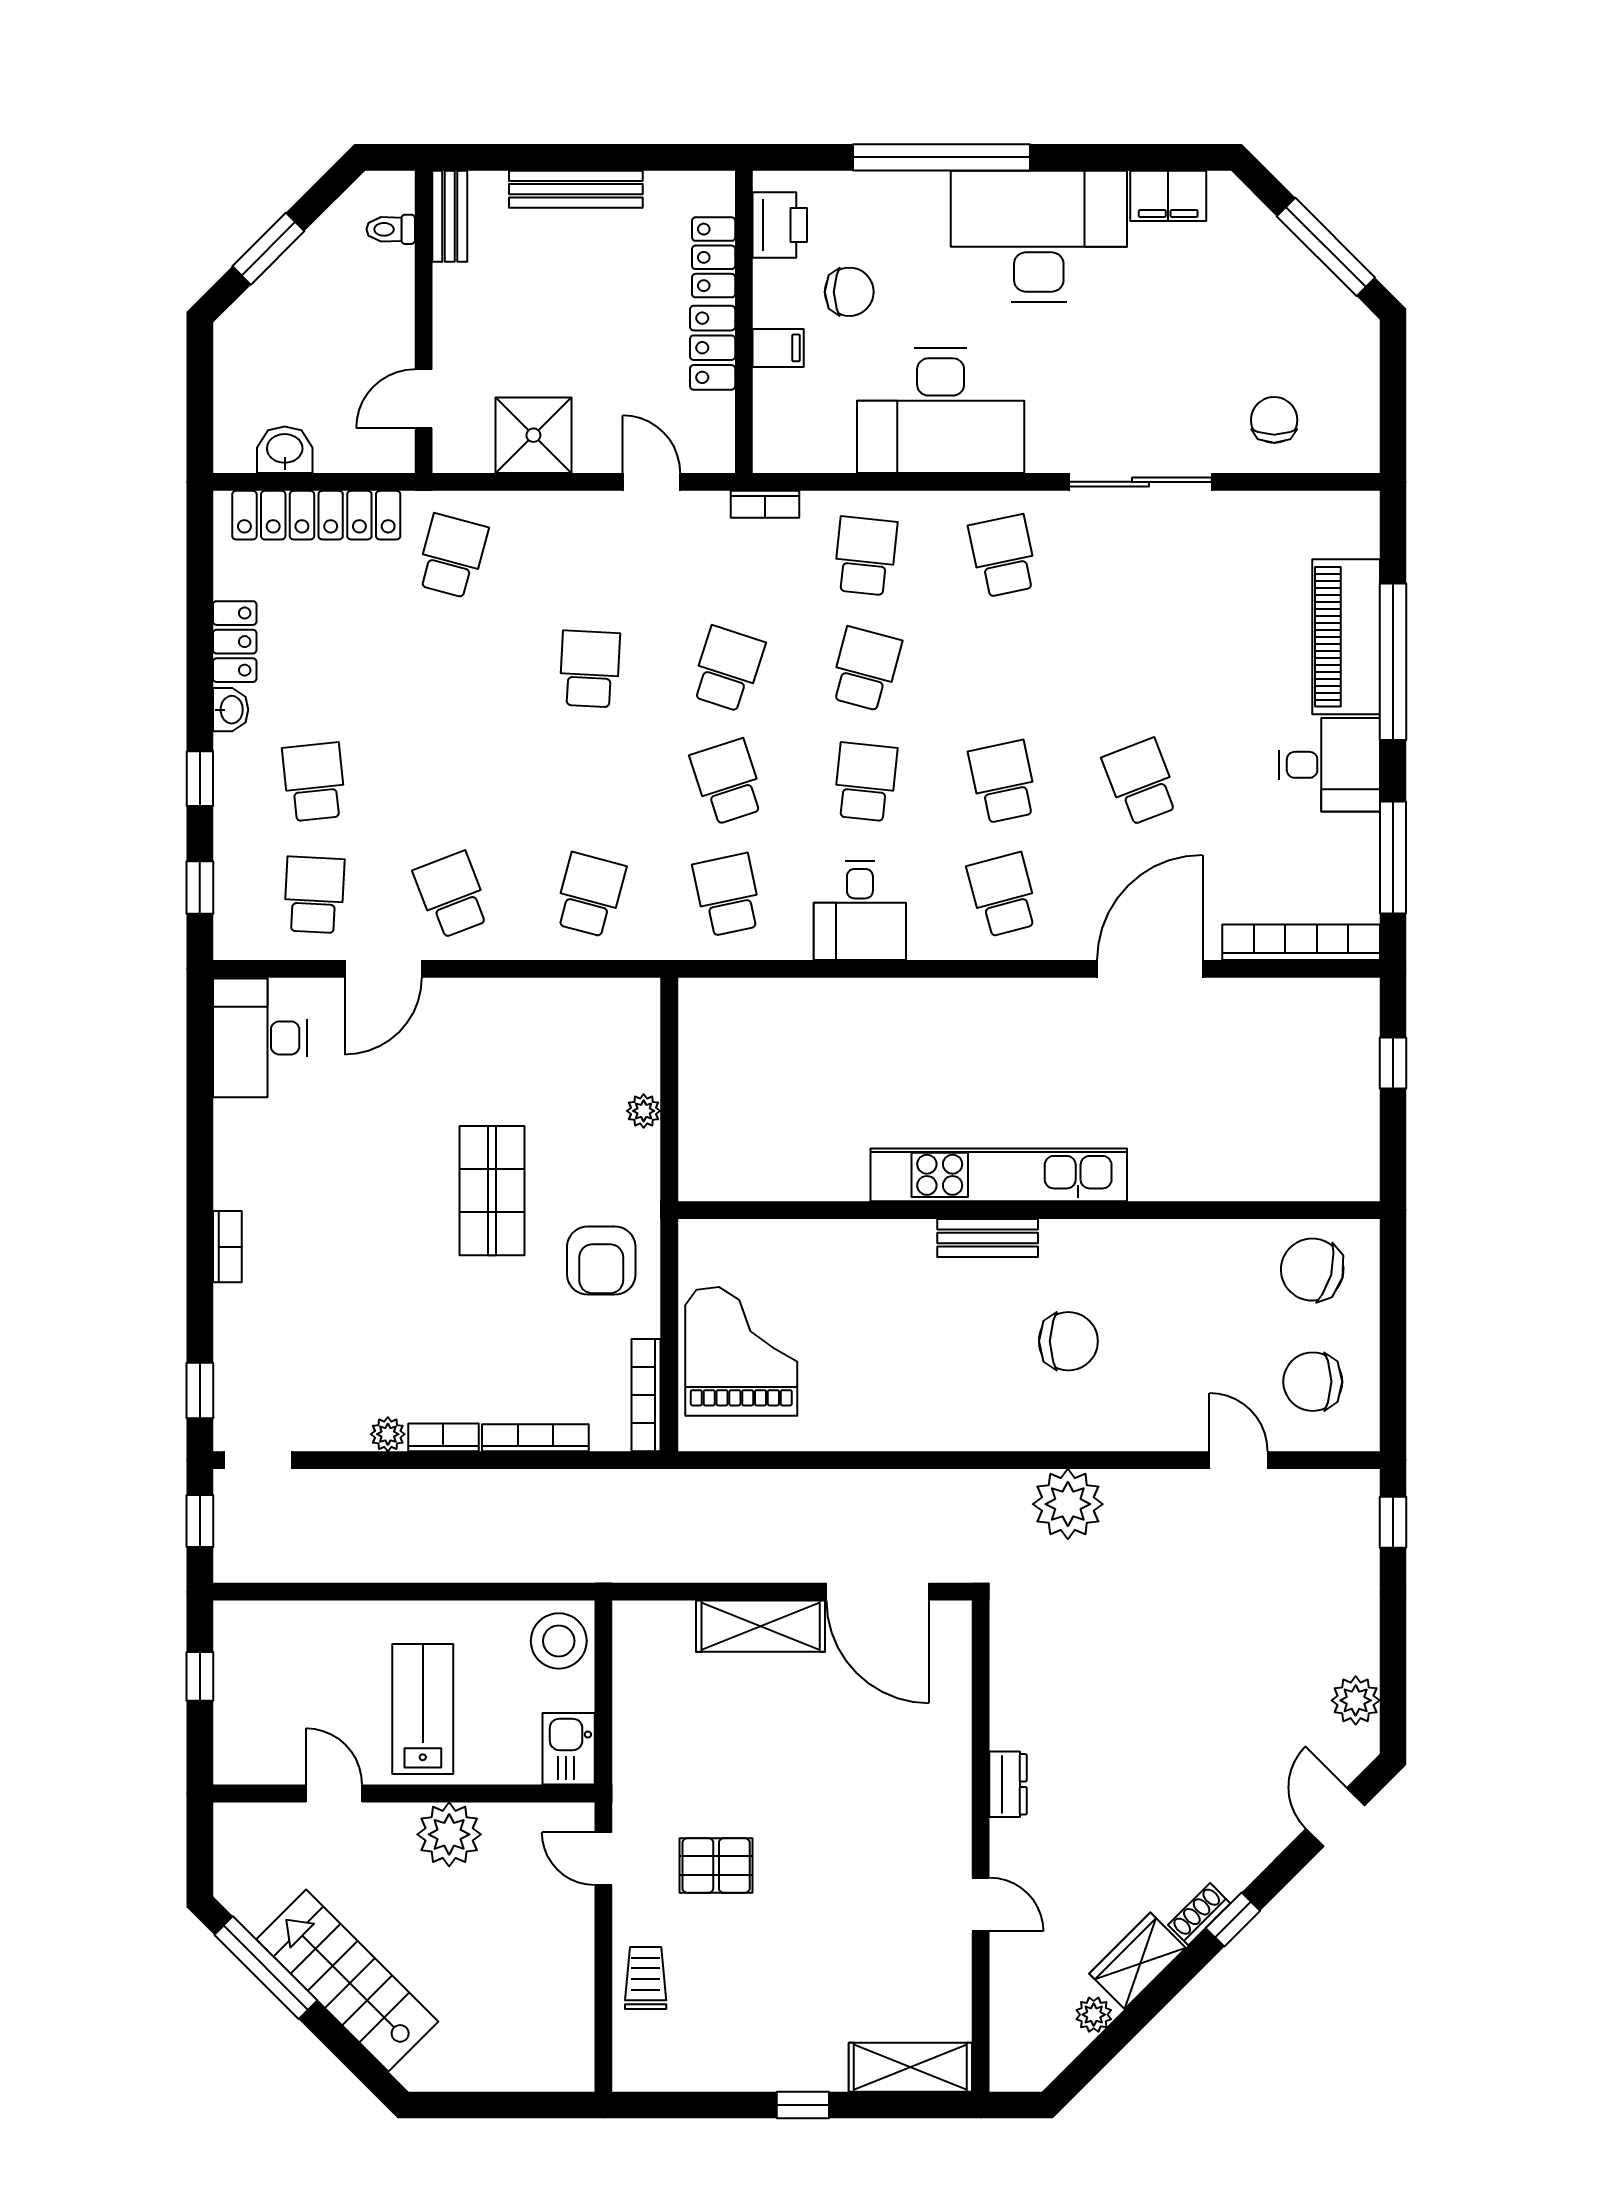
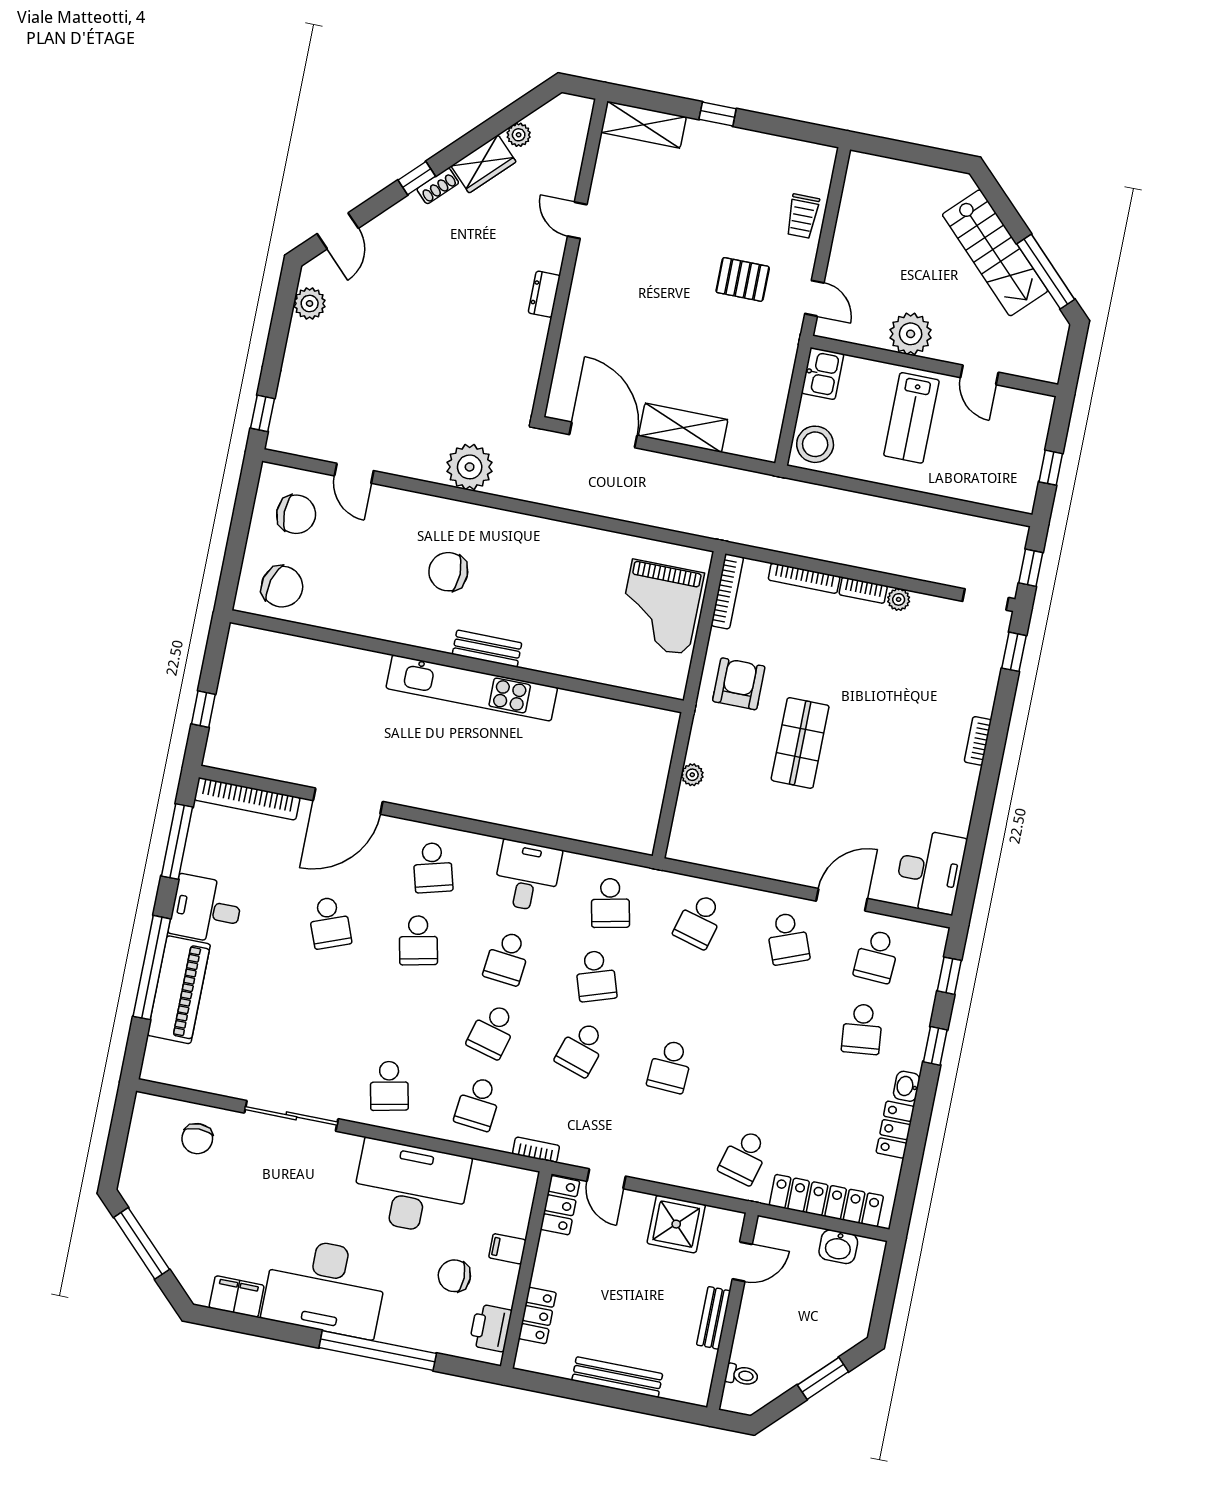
bench: (450, 216) -> (714, 1318), moved
locker: (713, 348) -> (560, 1205), moved

